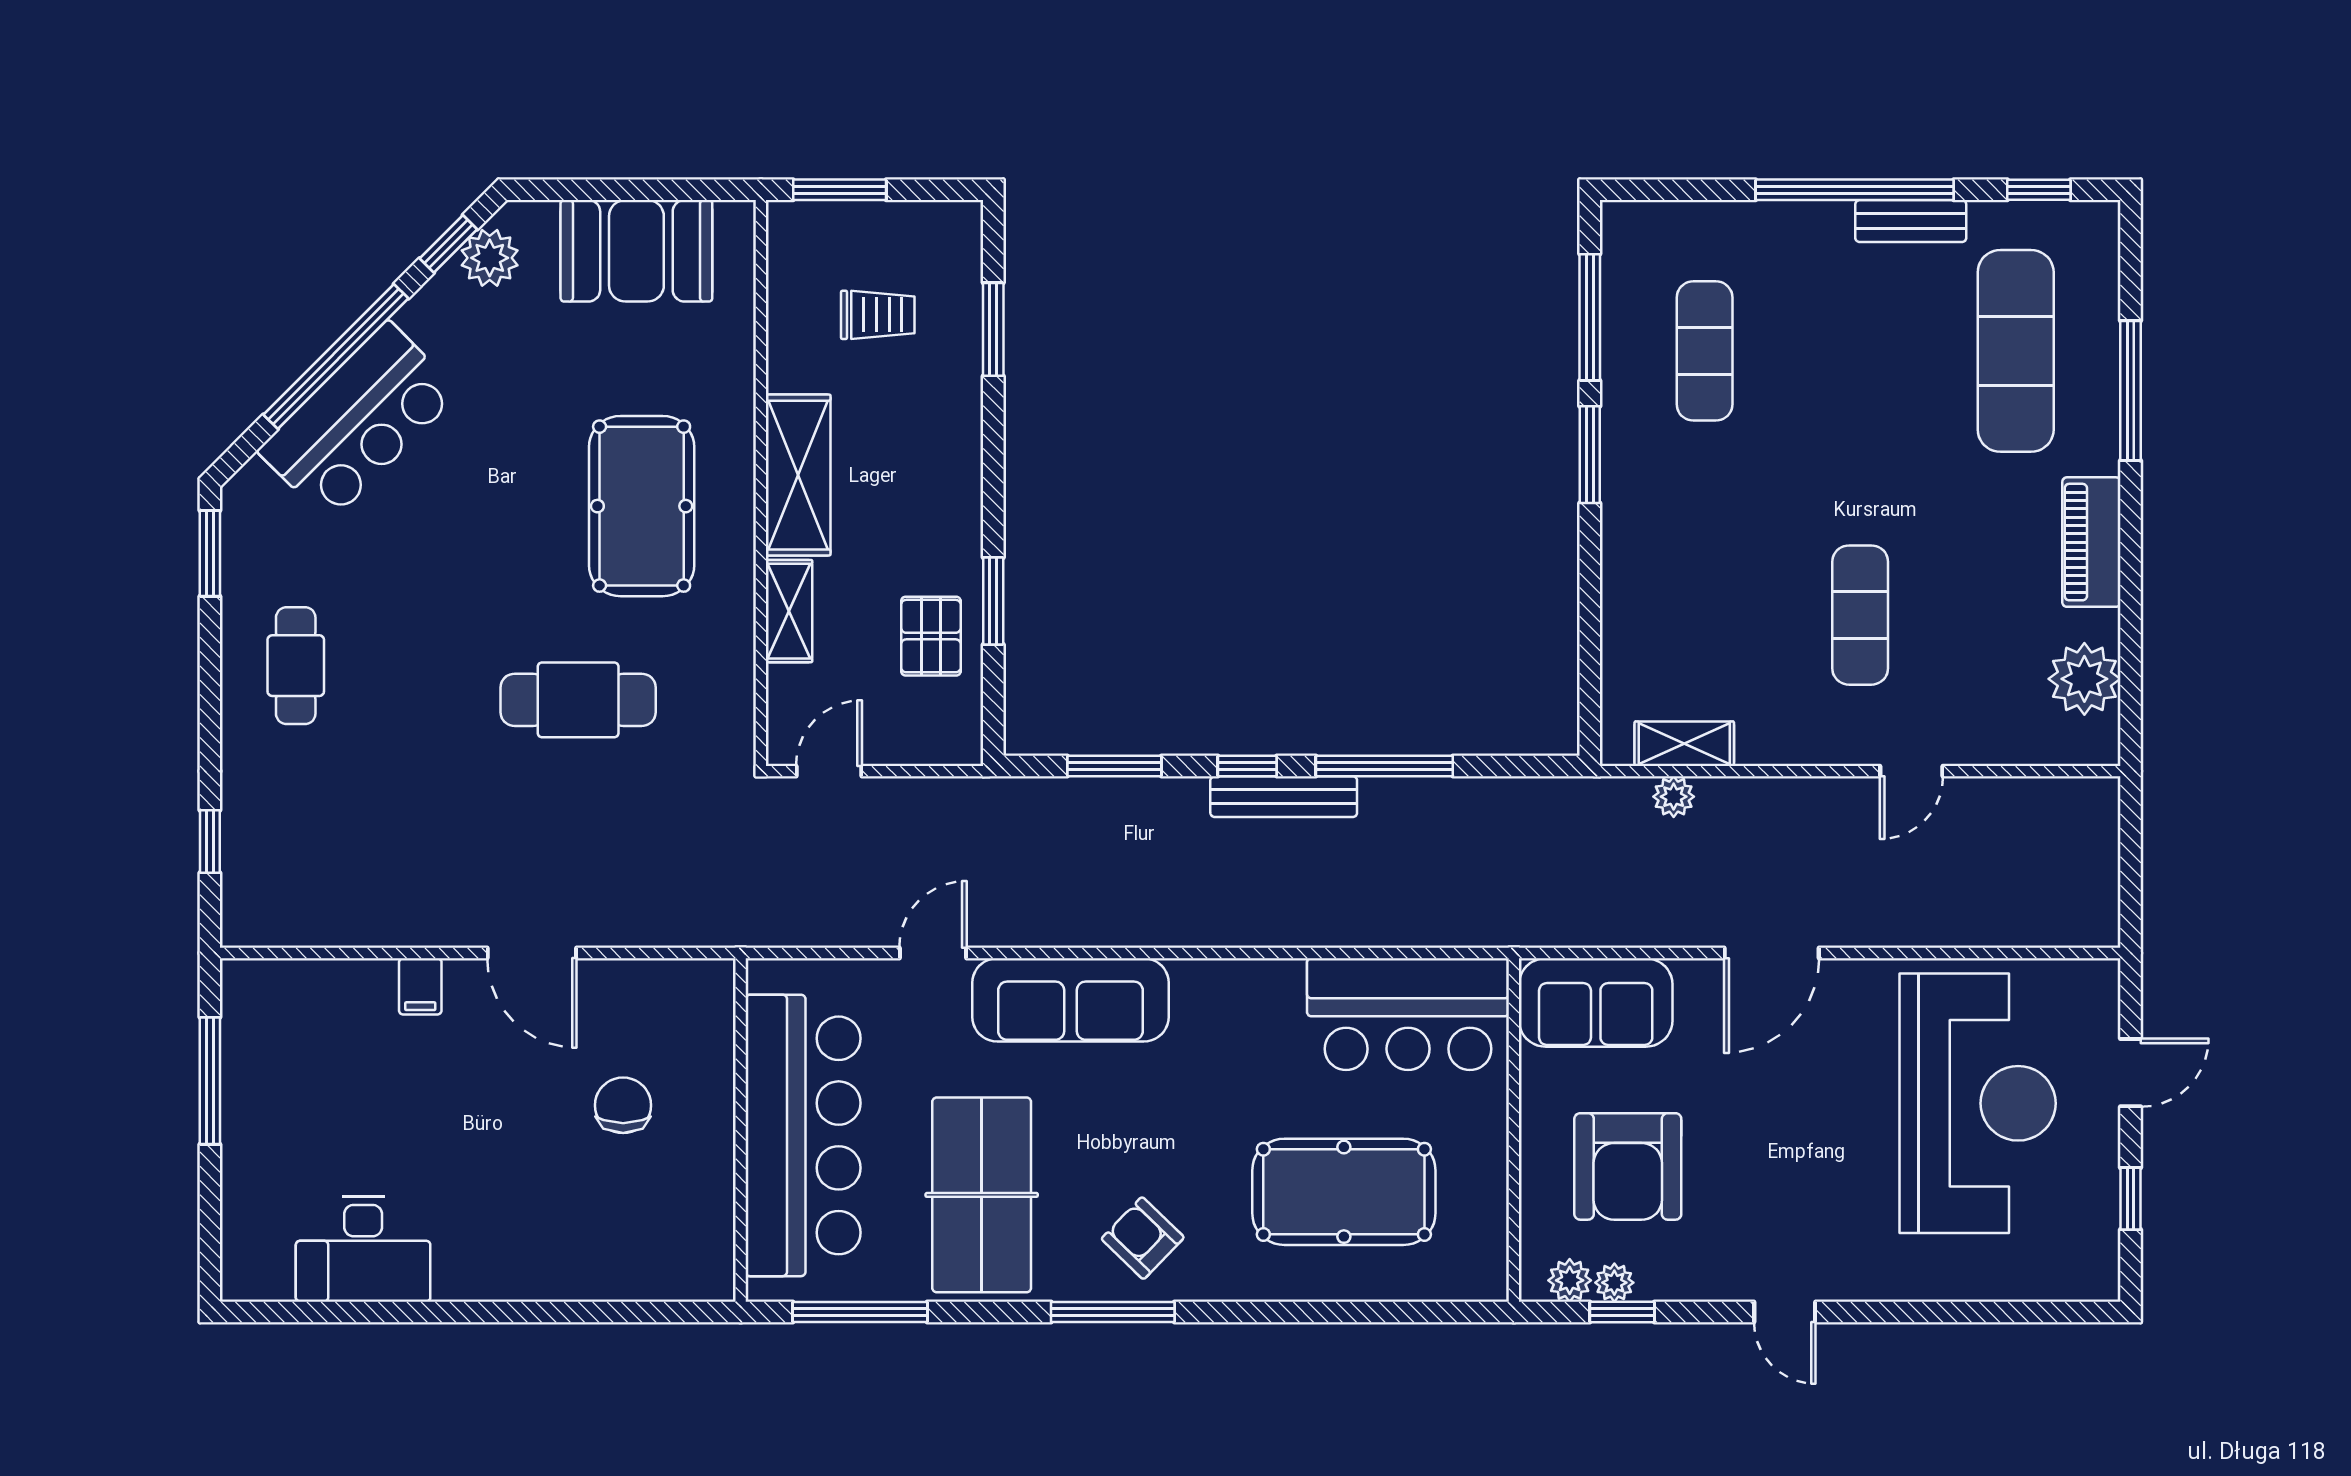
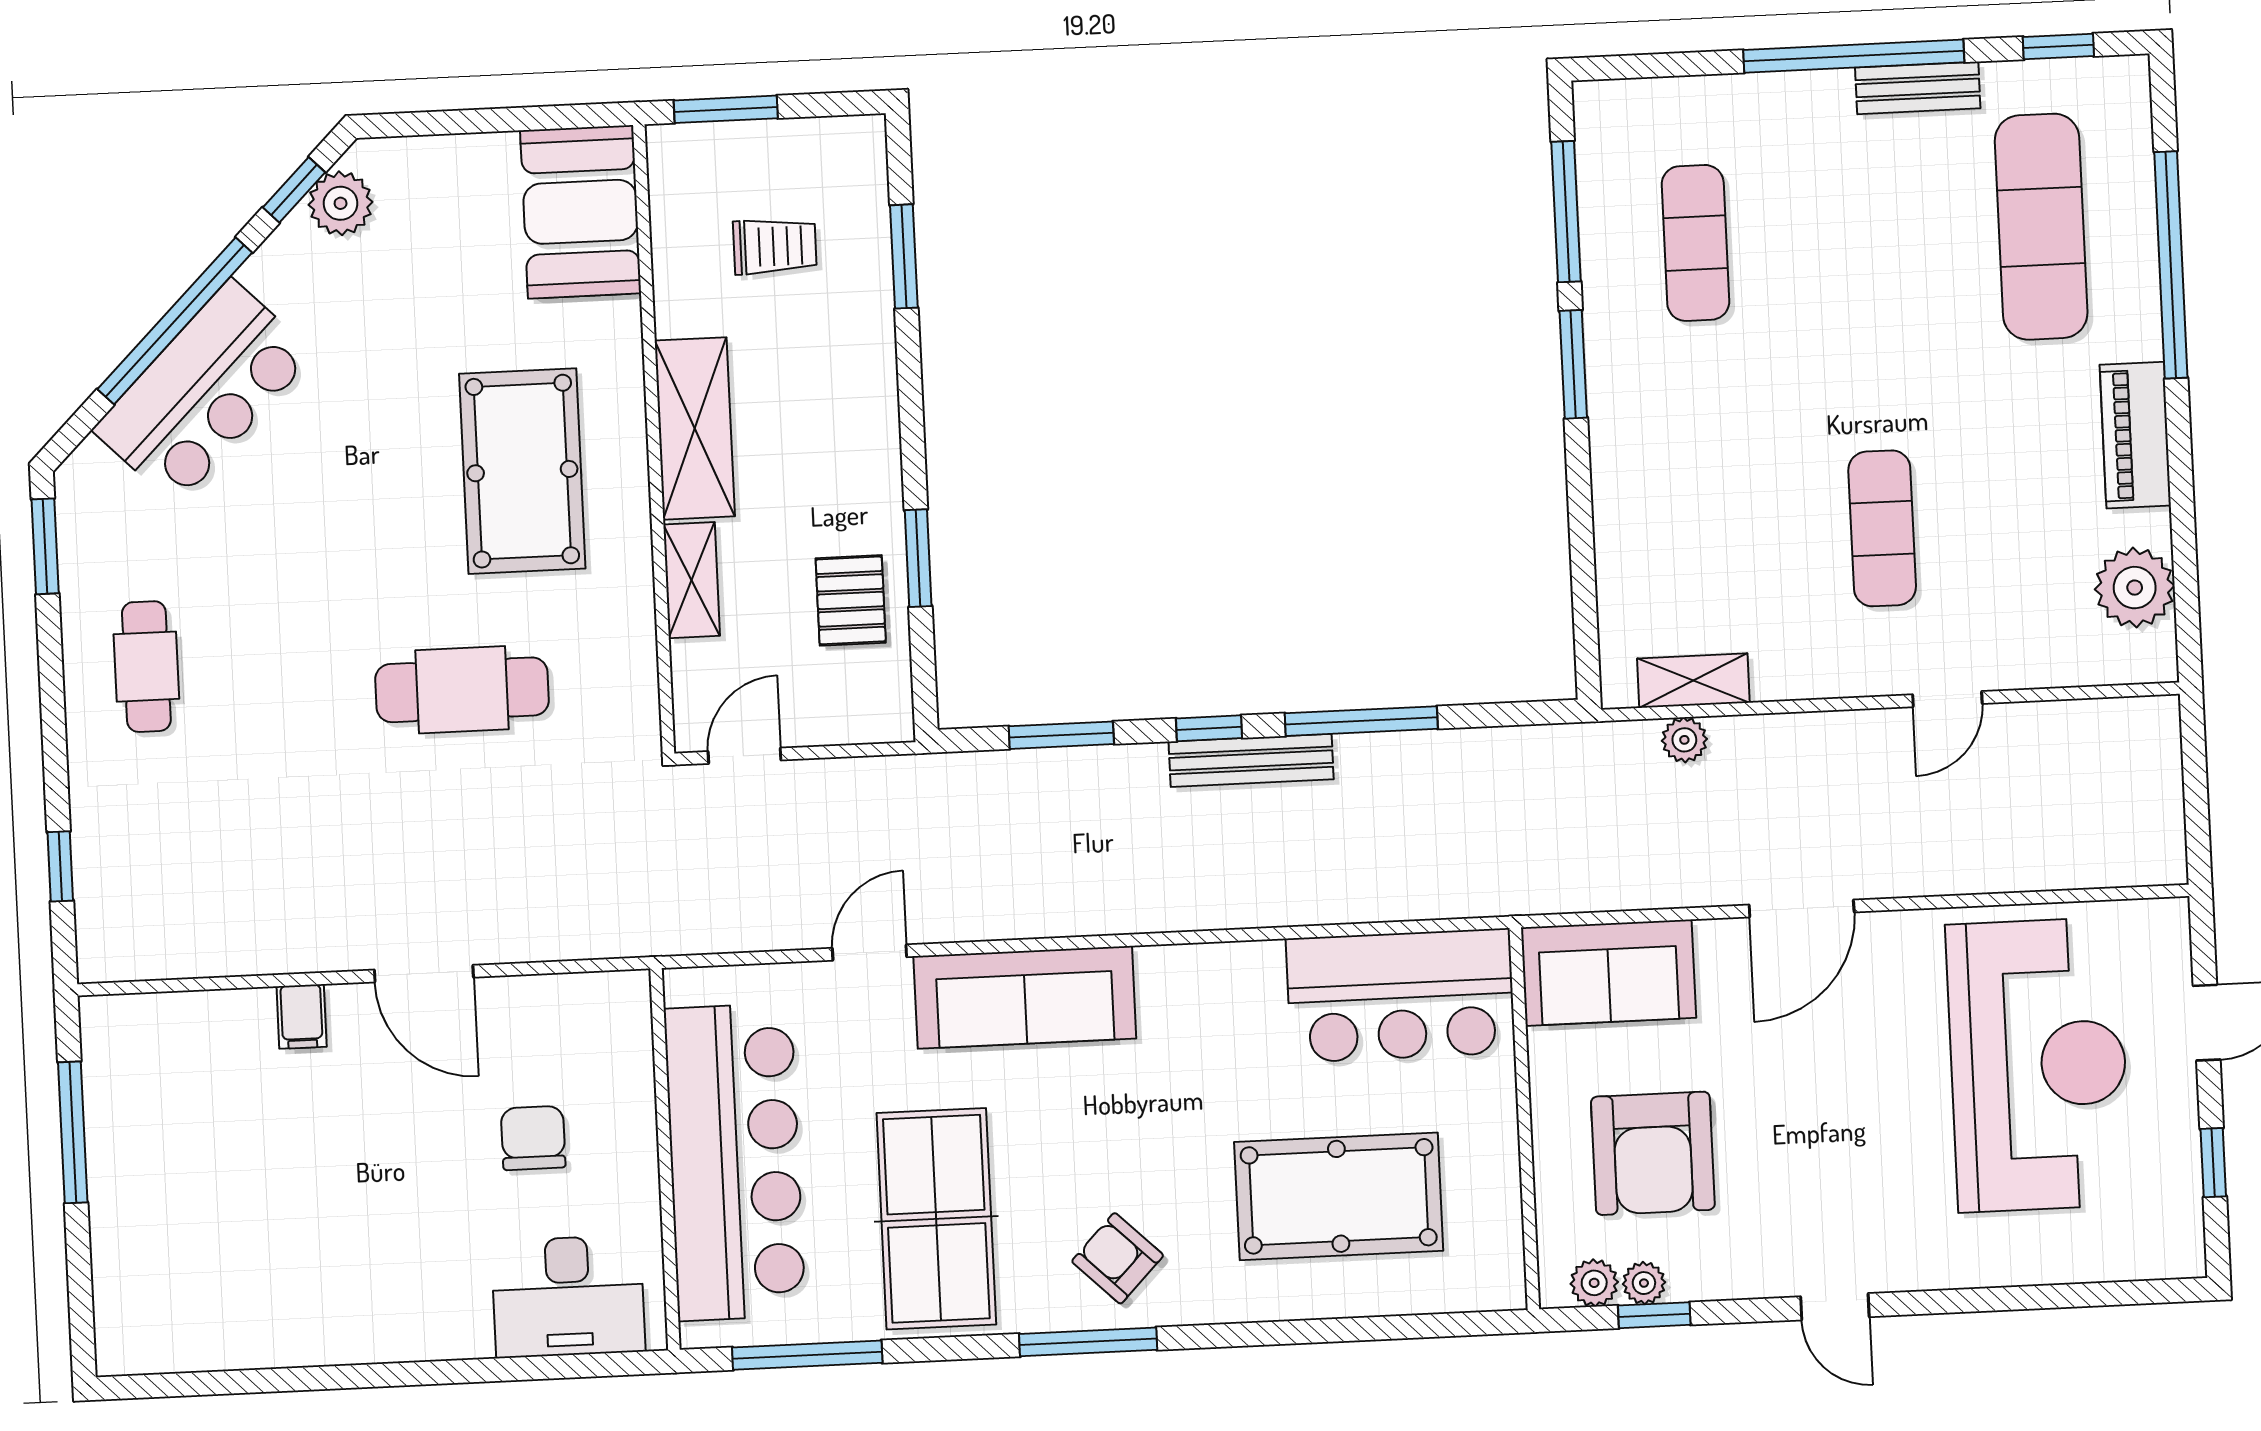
booth: (636, 251) -> (581, 212), moved, turned 90
window: (2131, 391) -> (2171, 265), width x1.46
desk: (363, 1249) -> (568, 1296), moved

